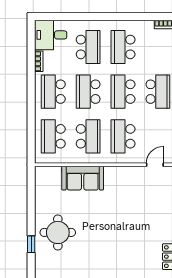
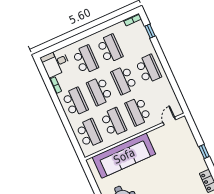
school desk: (123, 47) -> (110, 49), turned 180
school desk: (53, 92) -> (75, 102), turned 180
school desk: (53, 136) -> (89, 133), turned 180
sofa: (83, 178) -> (124, 156), width x1.85, depth x1.27

